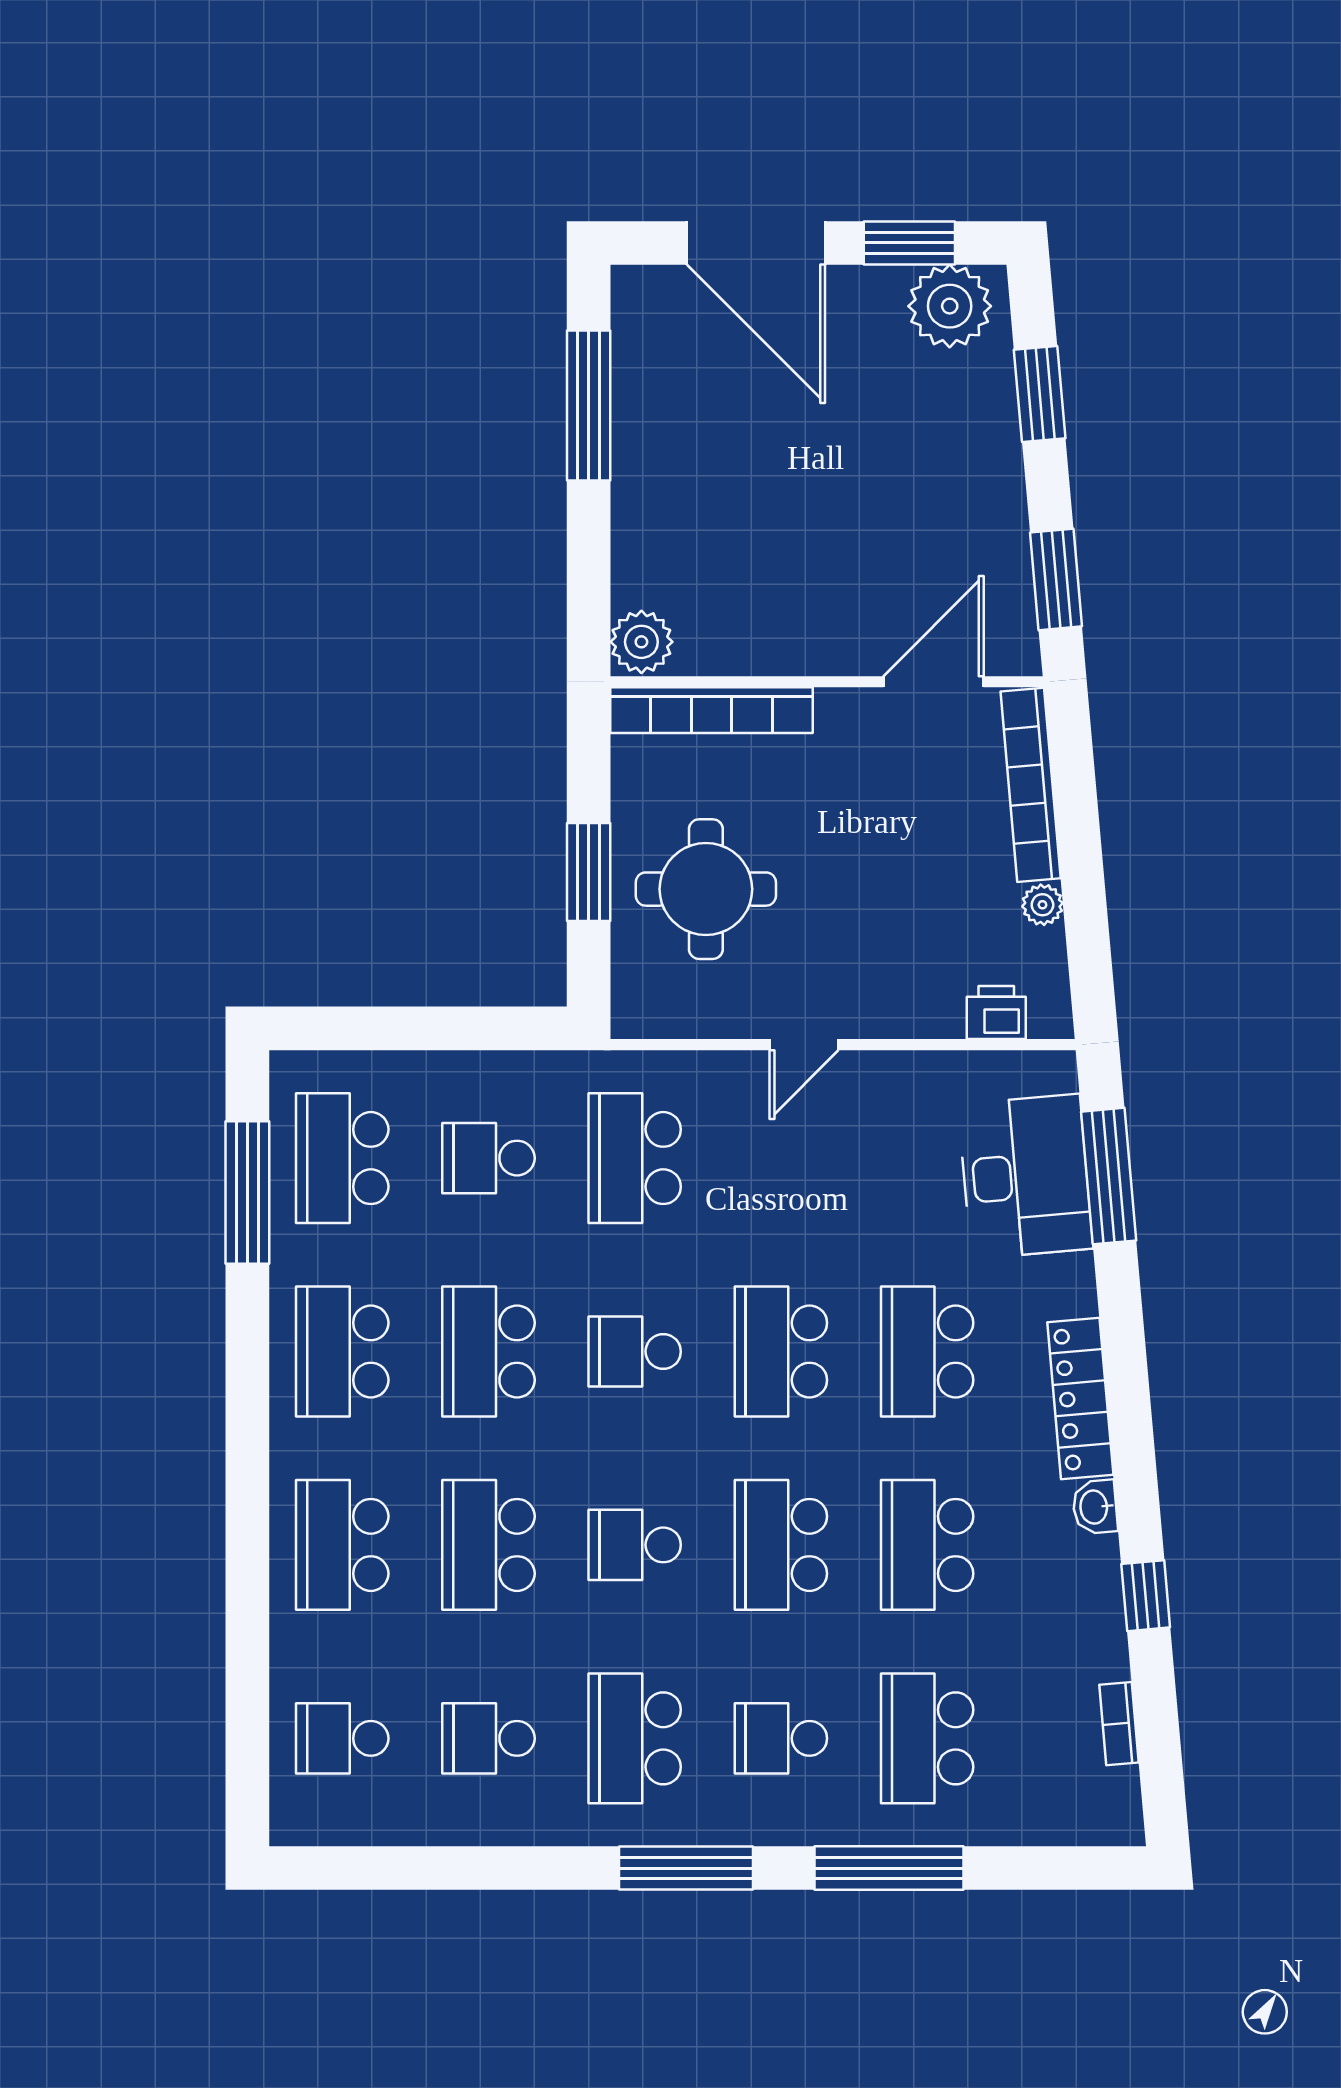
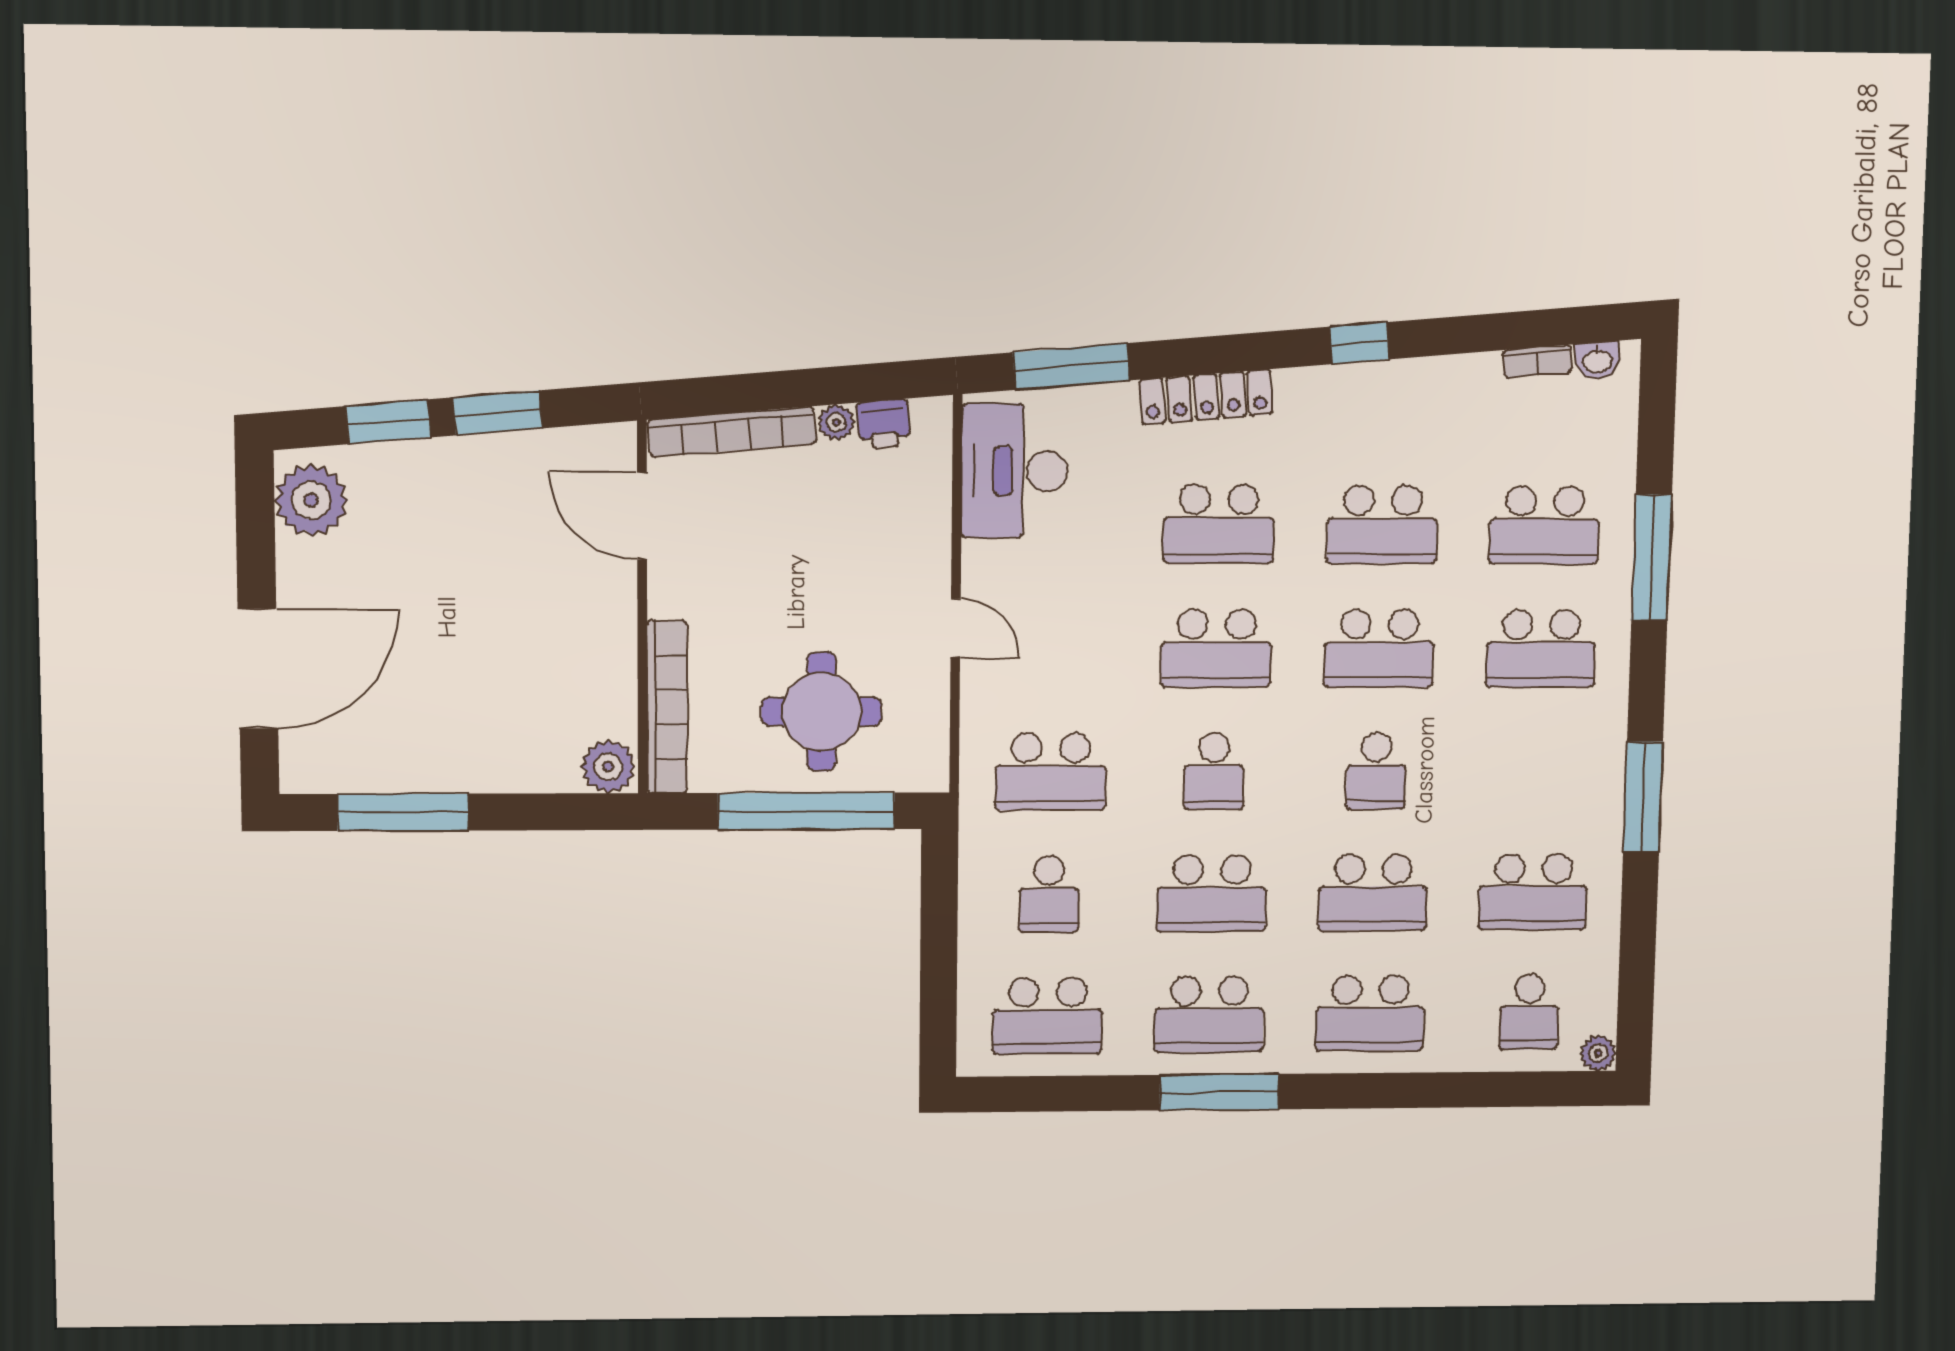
window: (909, 243) -> (256, 535), removed
window: (1056, 579) -> (498, 413), moved
window: (589, 872) -> (806, 811), width x2.11
printer: (996, 1013) -> (884, 424), moved, turned -95
desk: (1025, 1176) -> (1014, 471), moved, turned -85
window: (247, 1193) -> (1219, 1092), moved
locker: (1080, 1398) -> (1206, 397), moved
washbasin: (1095, 1507) -> (1597, 361), moved
window: (1146, 1596) -> (1359, 343), moved
school desk: (488, 1738) -> (1533, 892), width x1.85
school desk: (635, 1738) -> (1537, 771), removed
school desk: (781, 1738) -> (1541, 648), width x1.85
plant: (291, 1824) -> (1598, 1053), added
window: (686, 1868) -> (1643, 797), moved

